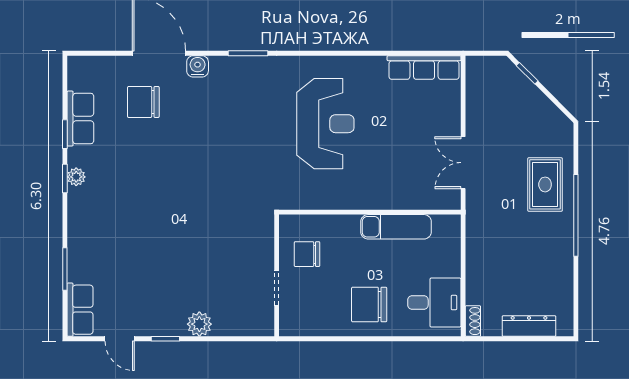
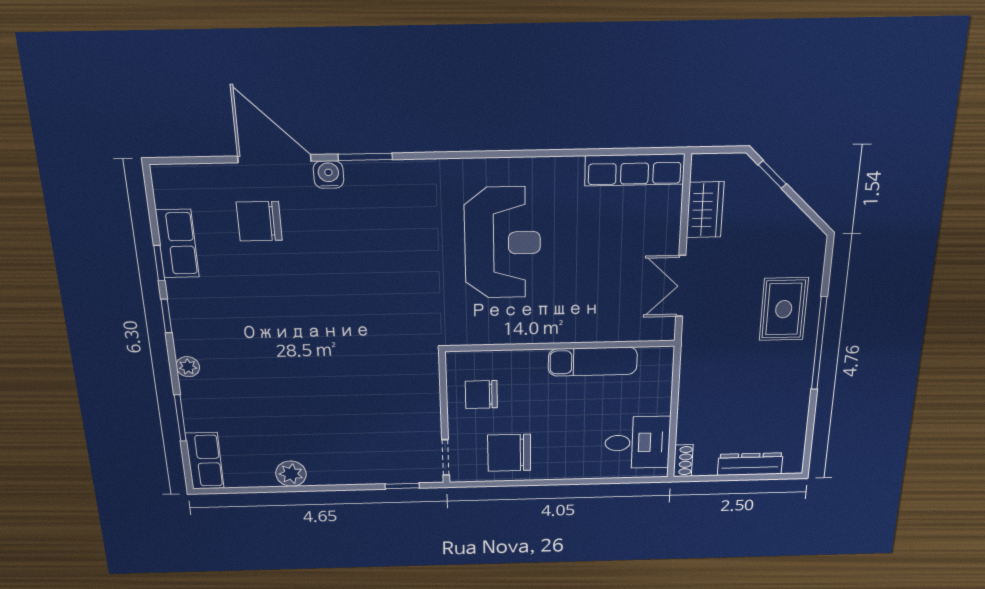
window: (248, 53) -> (365, 157), moved
wardrobe: (478, 100) -> (705, 210), added
plant: (76, 177) -> (188, 367), moved
doorway: (277, 288) -> (446, 457), moved
chair: (369, 304) -> (509, 453), moved
plant: (199, 324) -> (291, 474), moved
door: (120, 339) -> (257, 490), removed
window: (165, 339) -> (402, 486), moved

